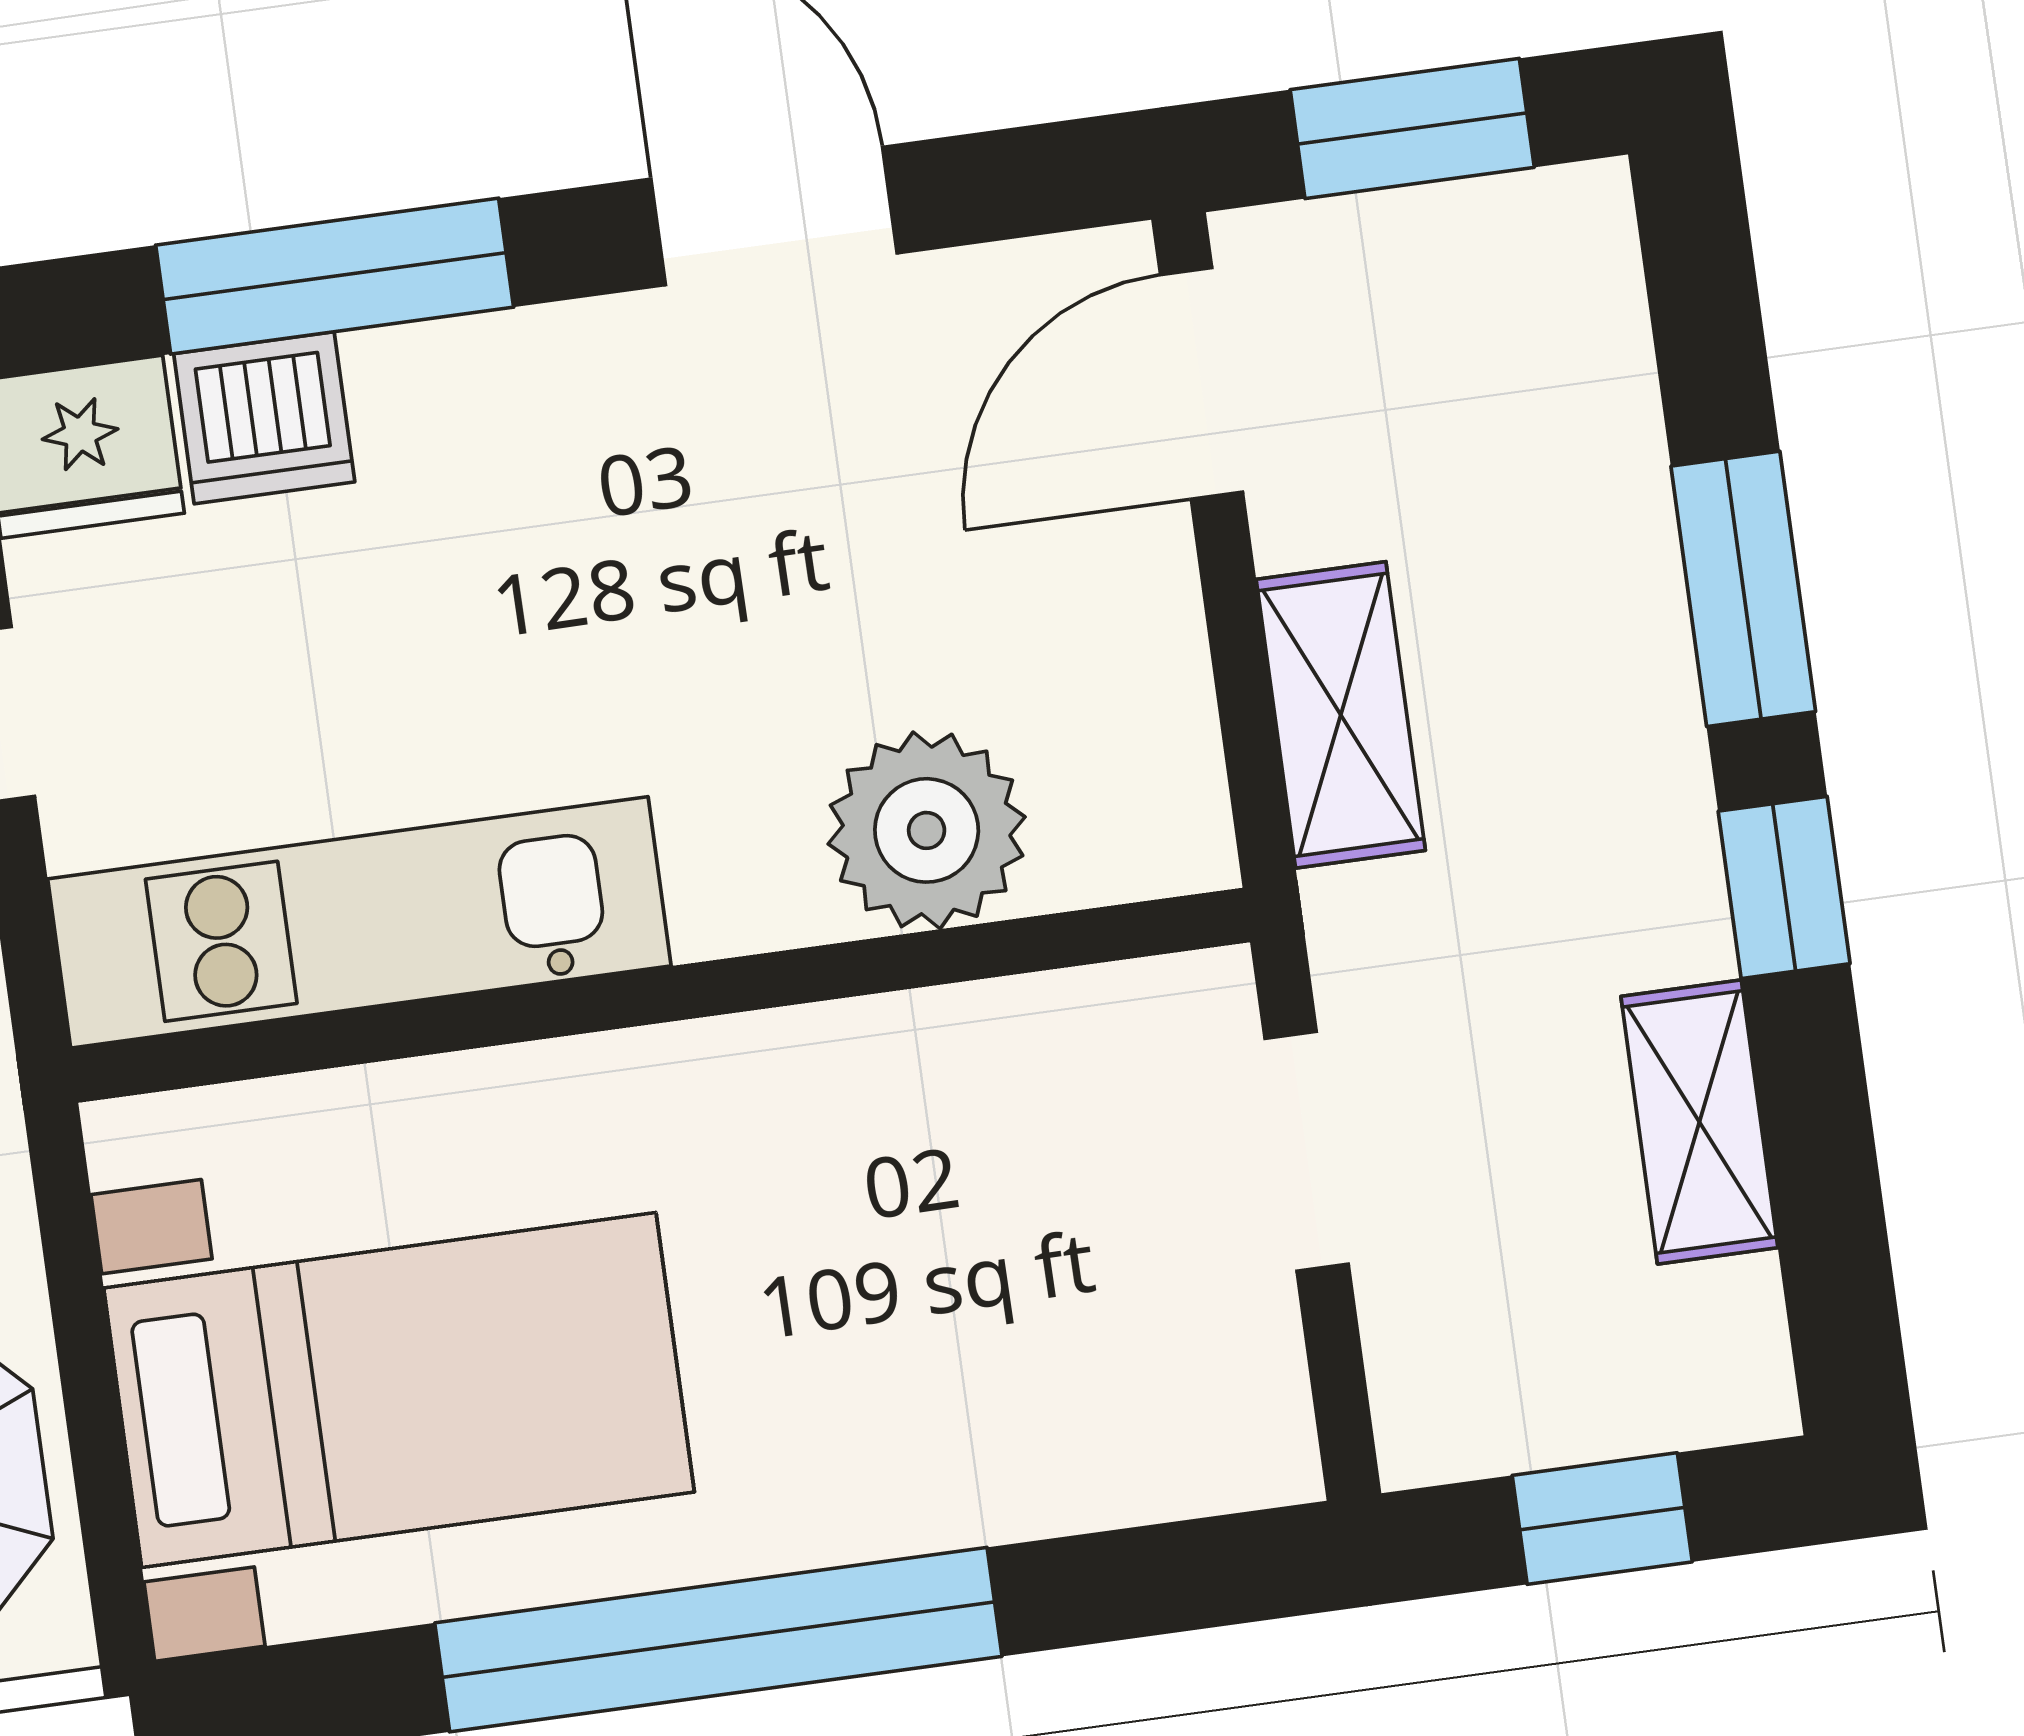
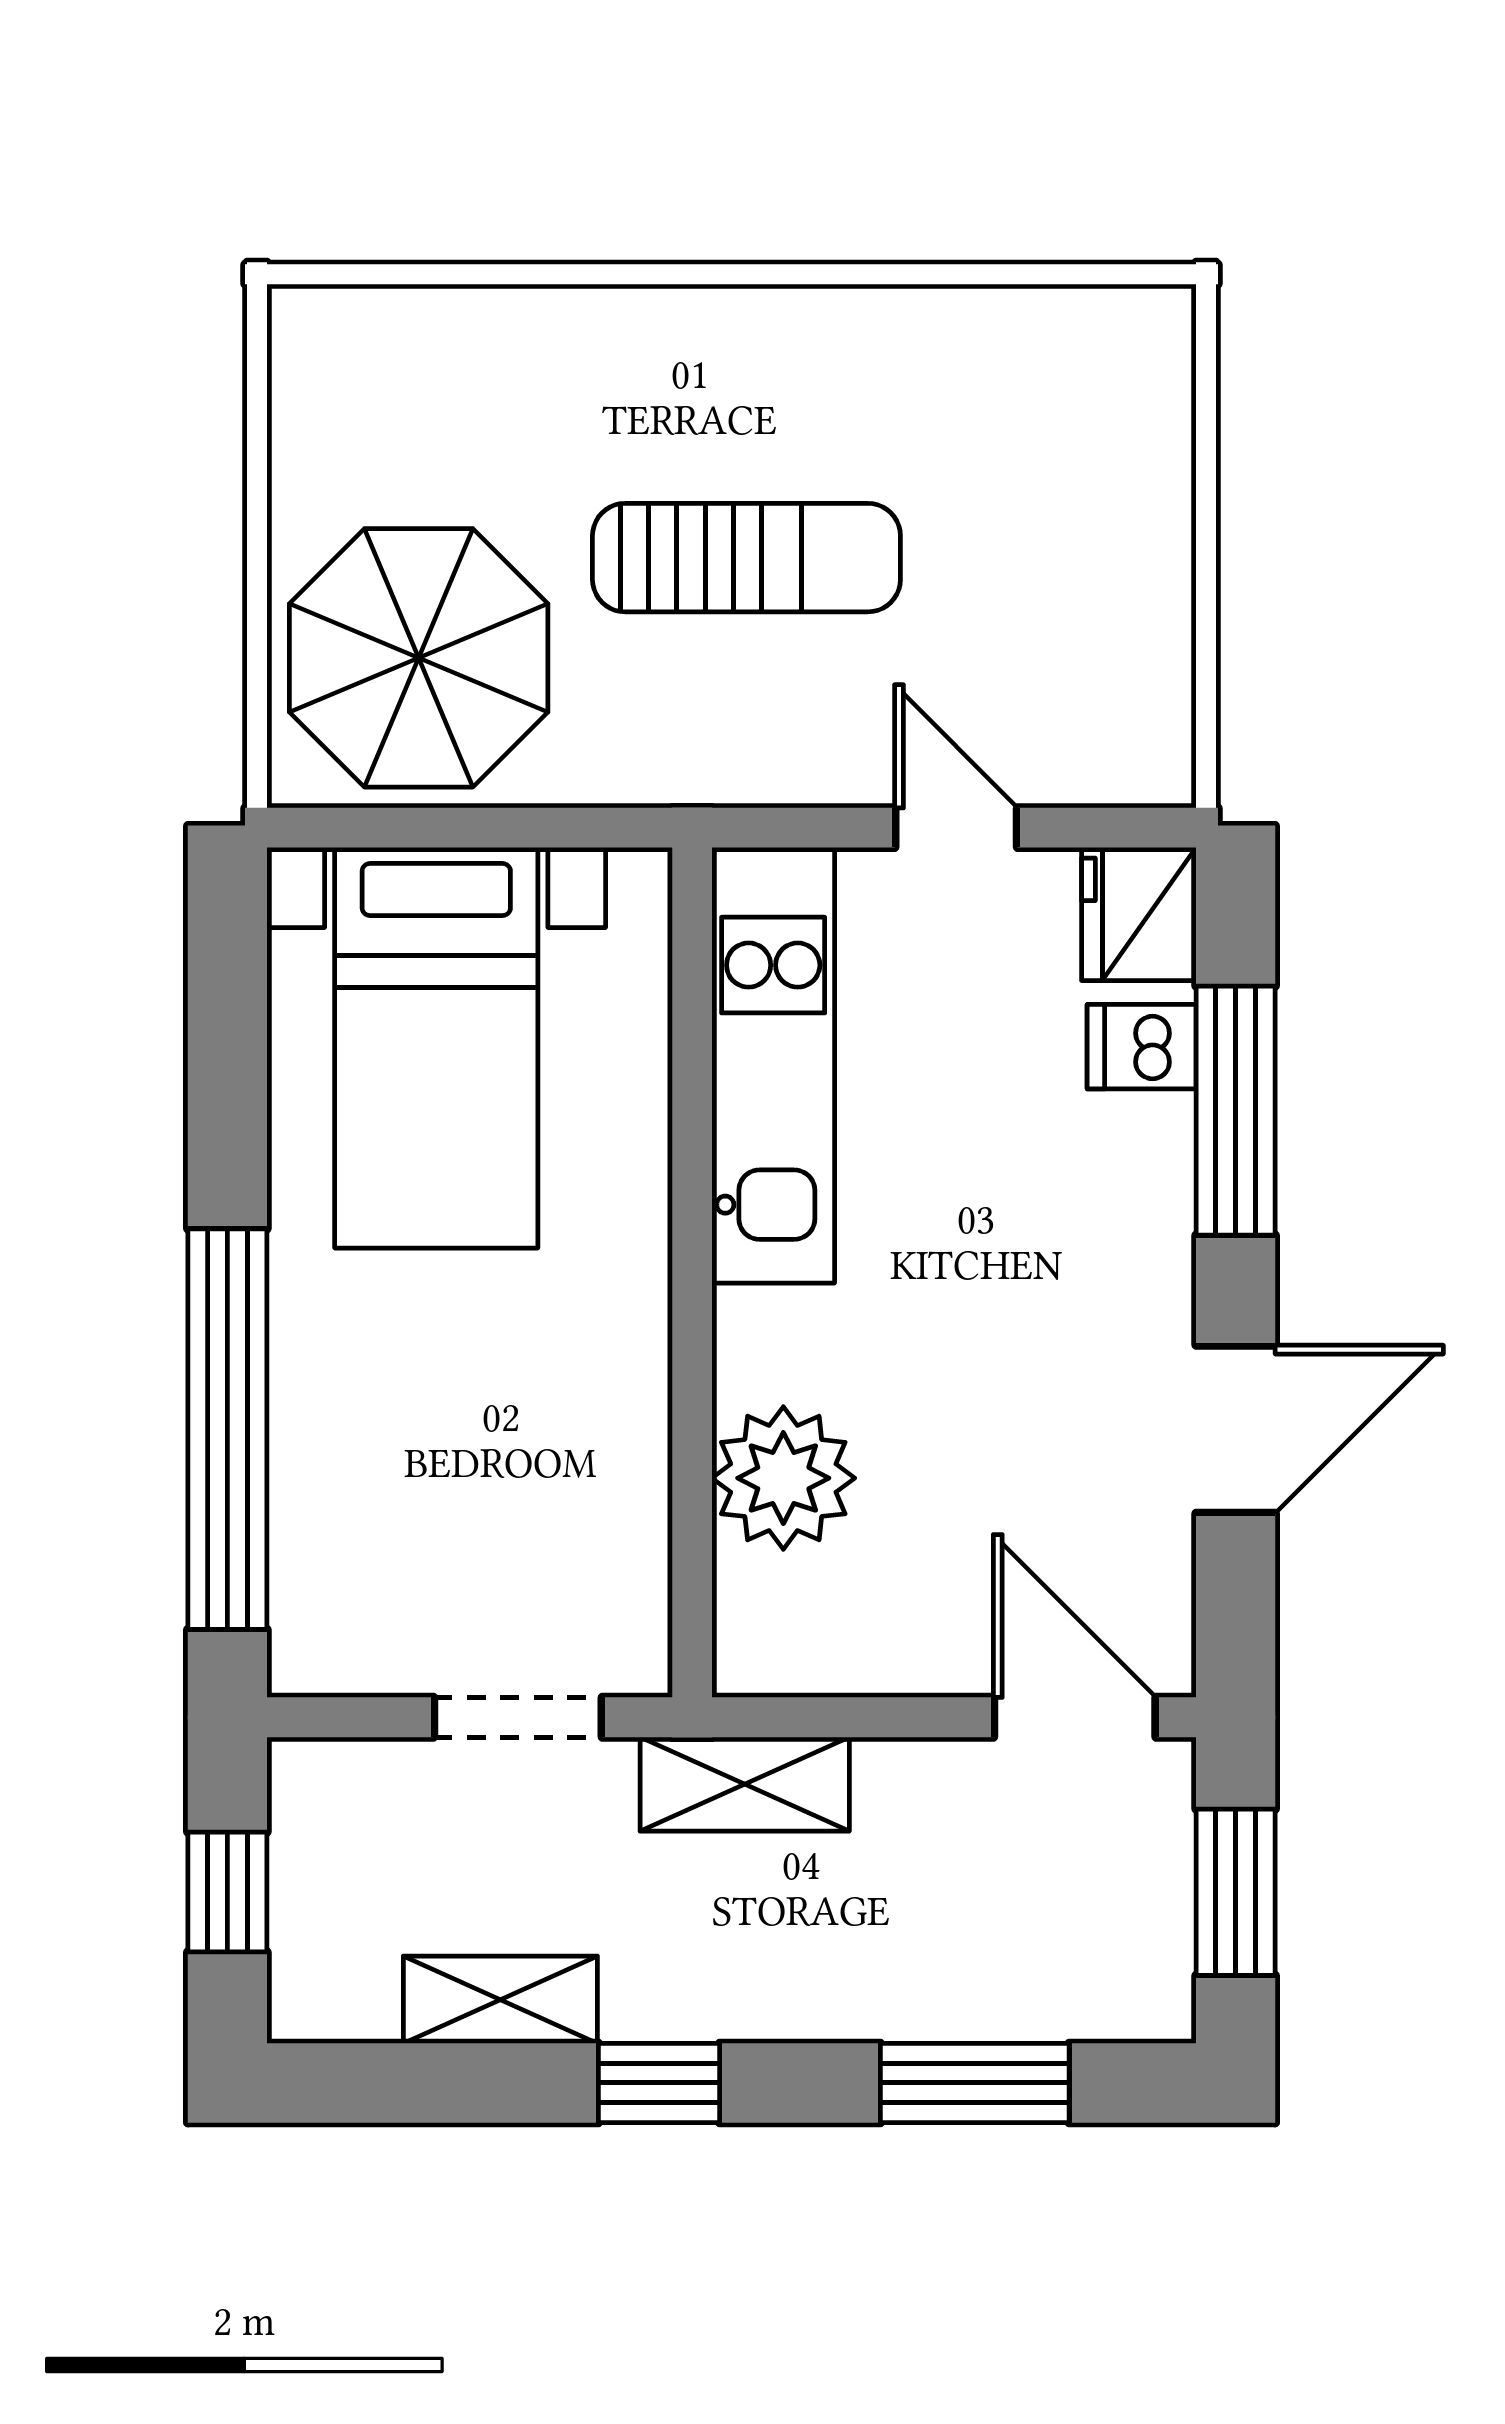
dishwasher: (264, 418) -> (1142, 1047), width x0.73
window: (1743, 589) -> (975, 2083), moved
shelving: (1341, 715) -> (745, 1784), moved
window: (718, 1640) -> (227, 1429), moved

